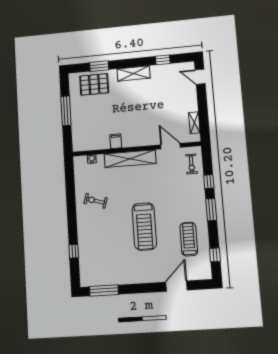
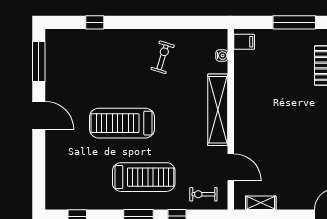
filing cabinet: (116, 141) -> (244, 42), moved
door: (170, 146) -> (231, 167), hinge flipped
treadmill: (189, 239) -> (144, 177), moved, width x1.37, depth x1.38
door: (176, 286) -> (39, 115), moved

